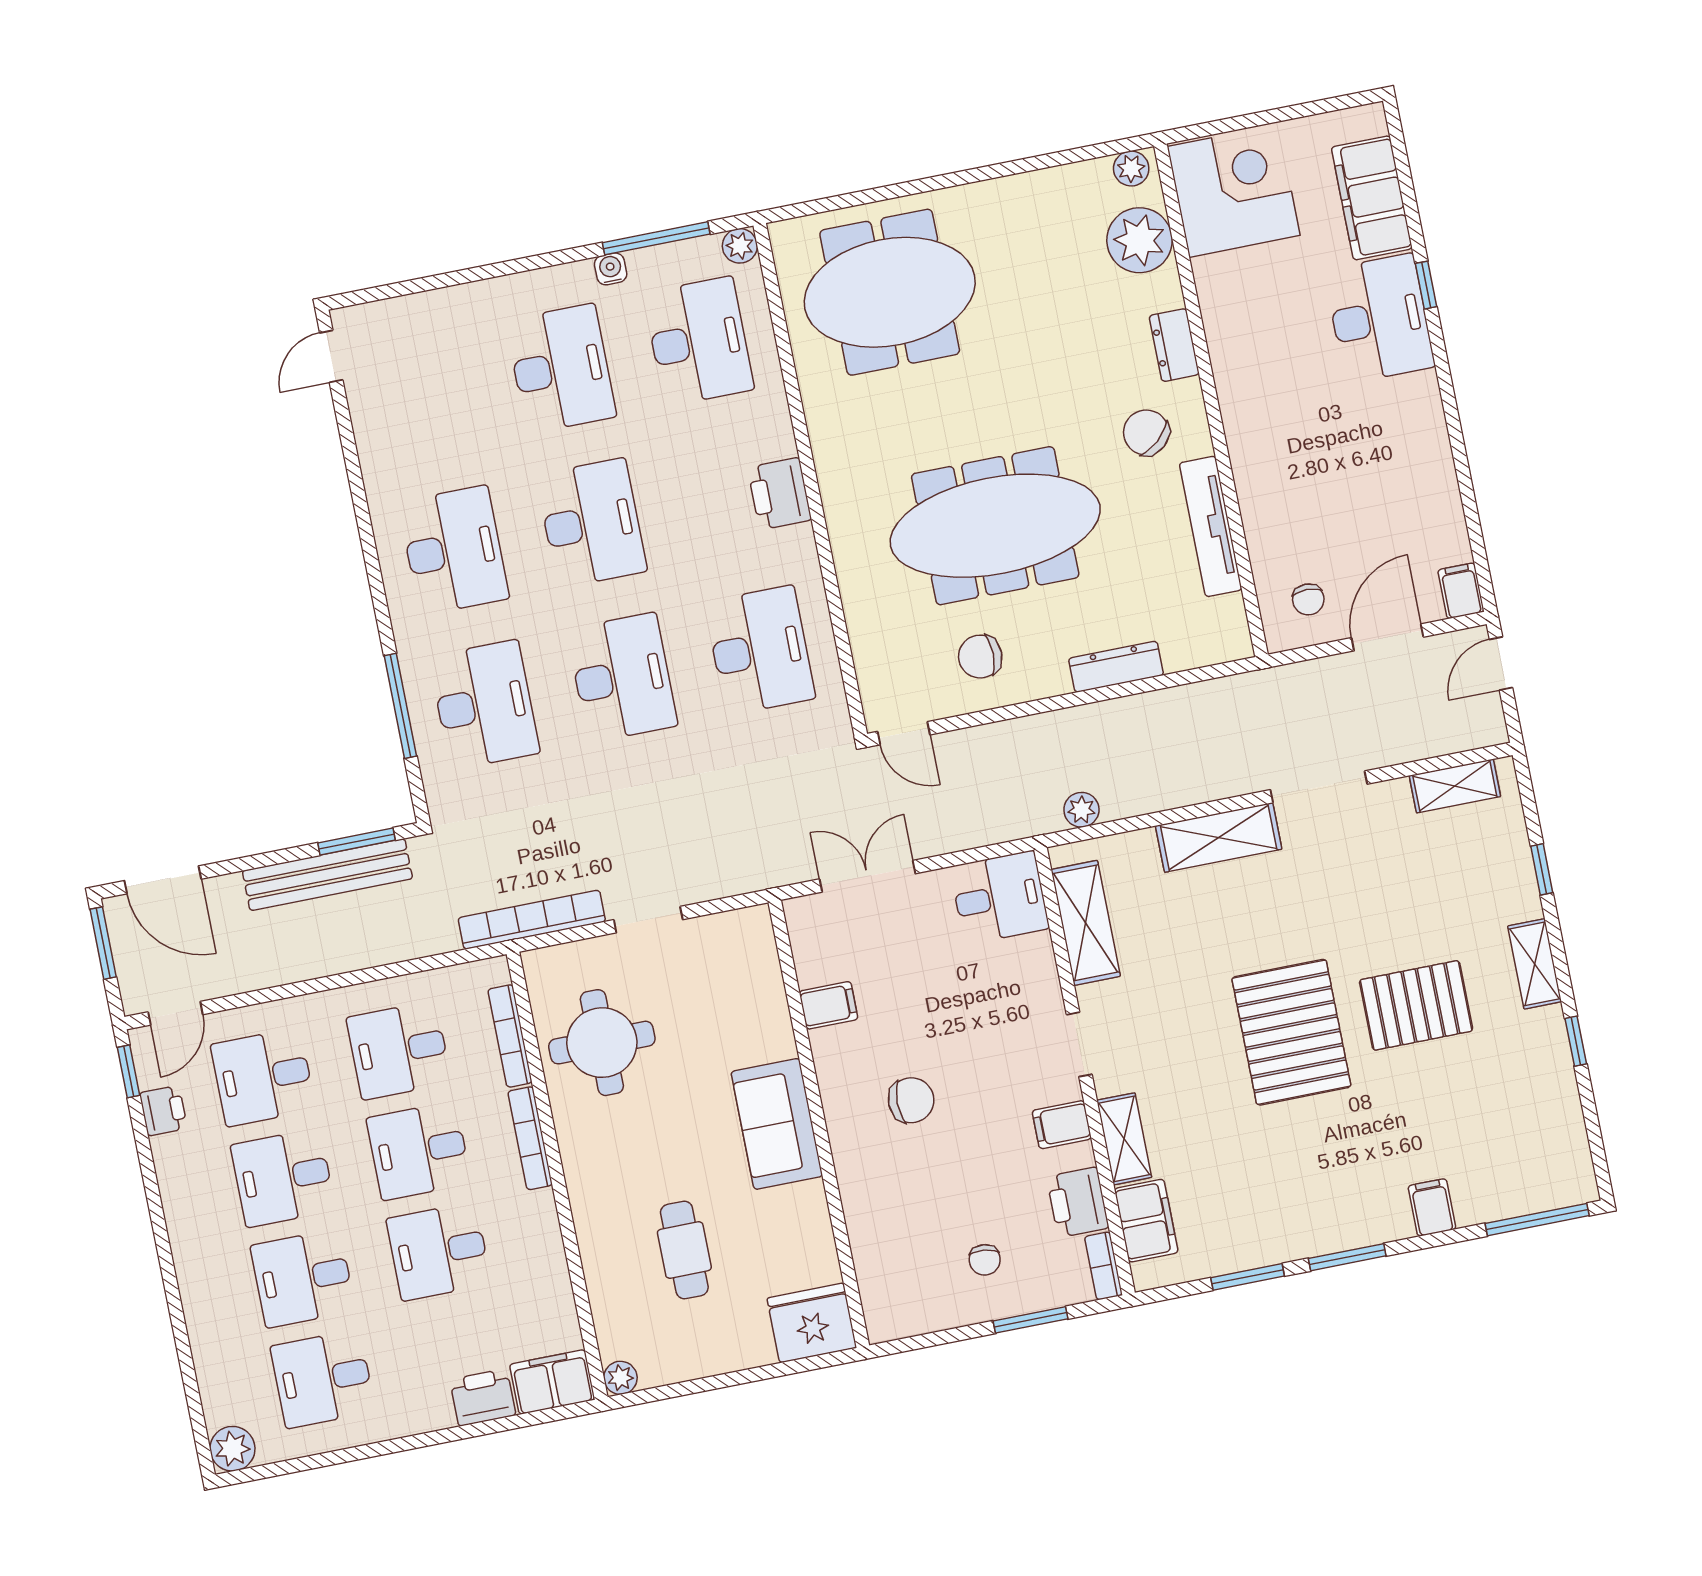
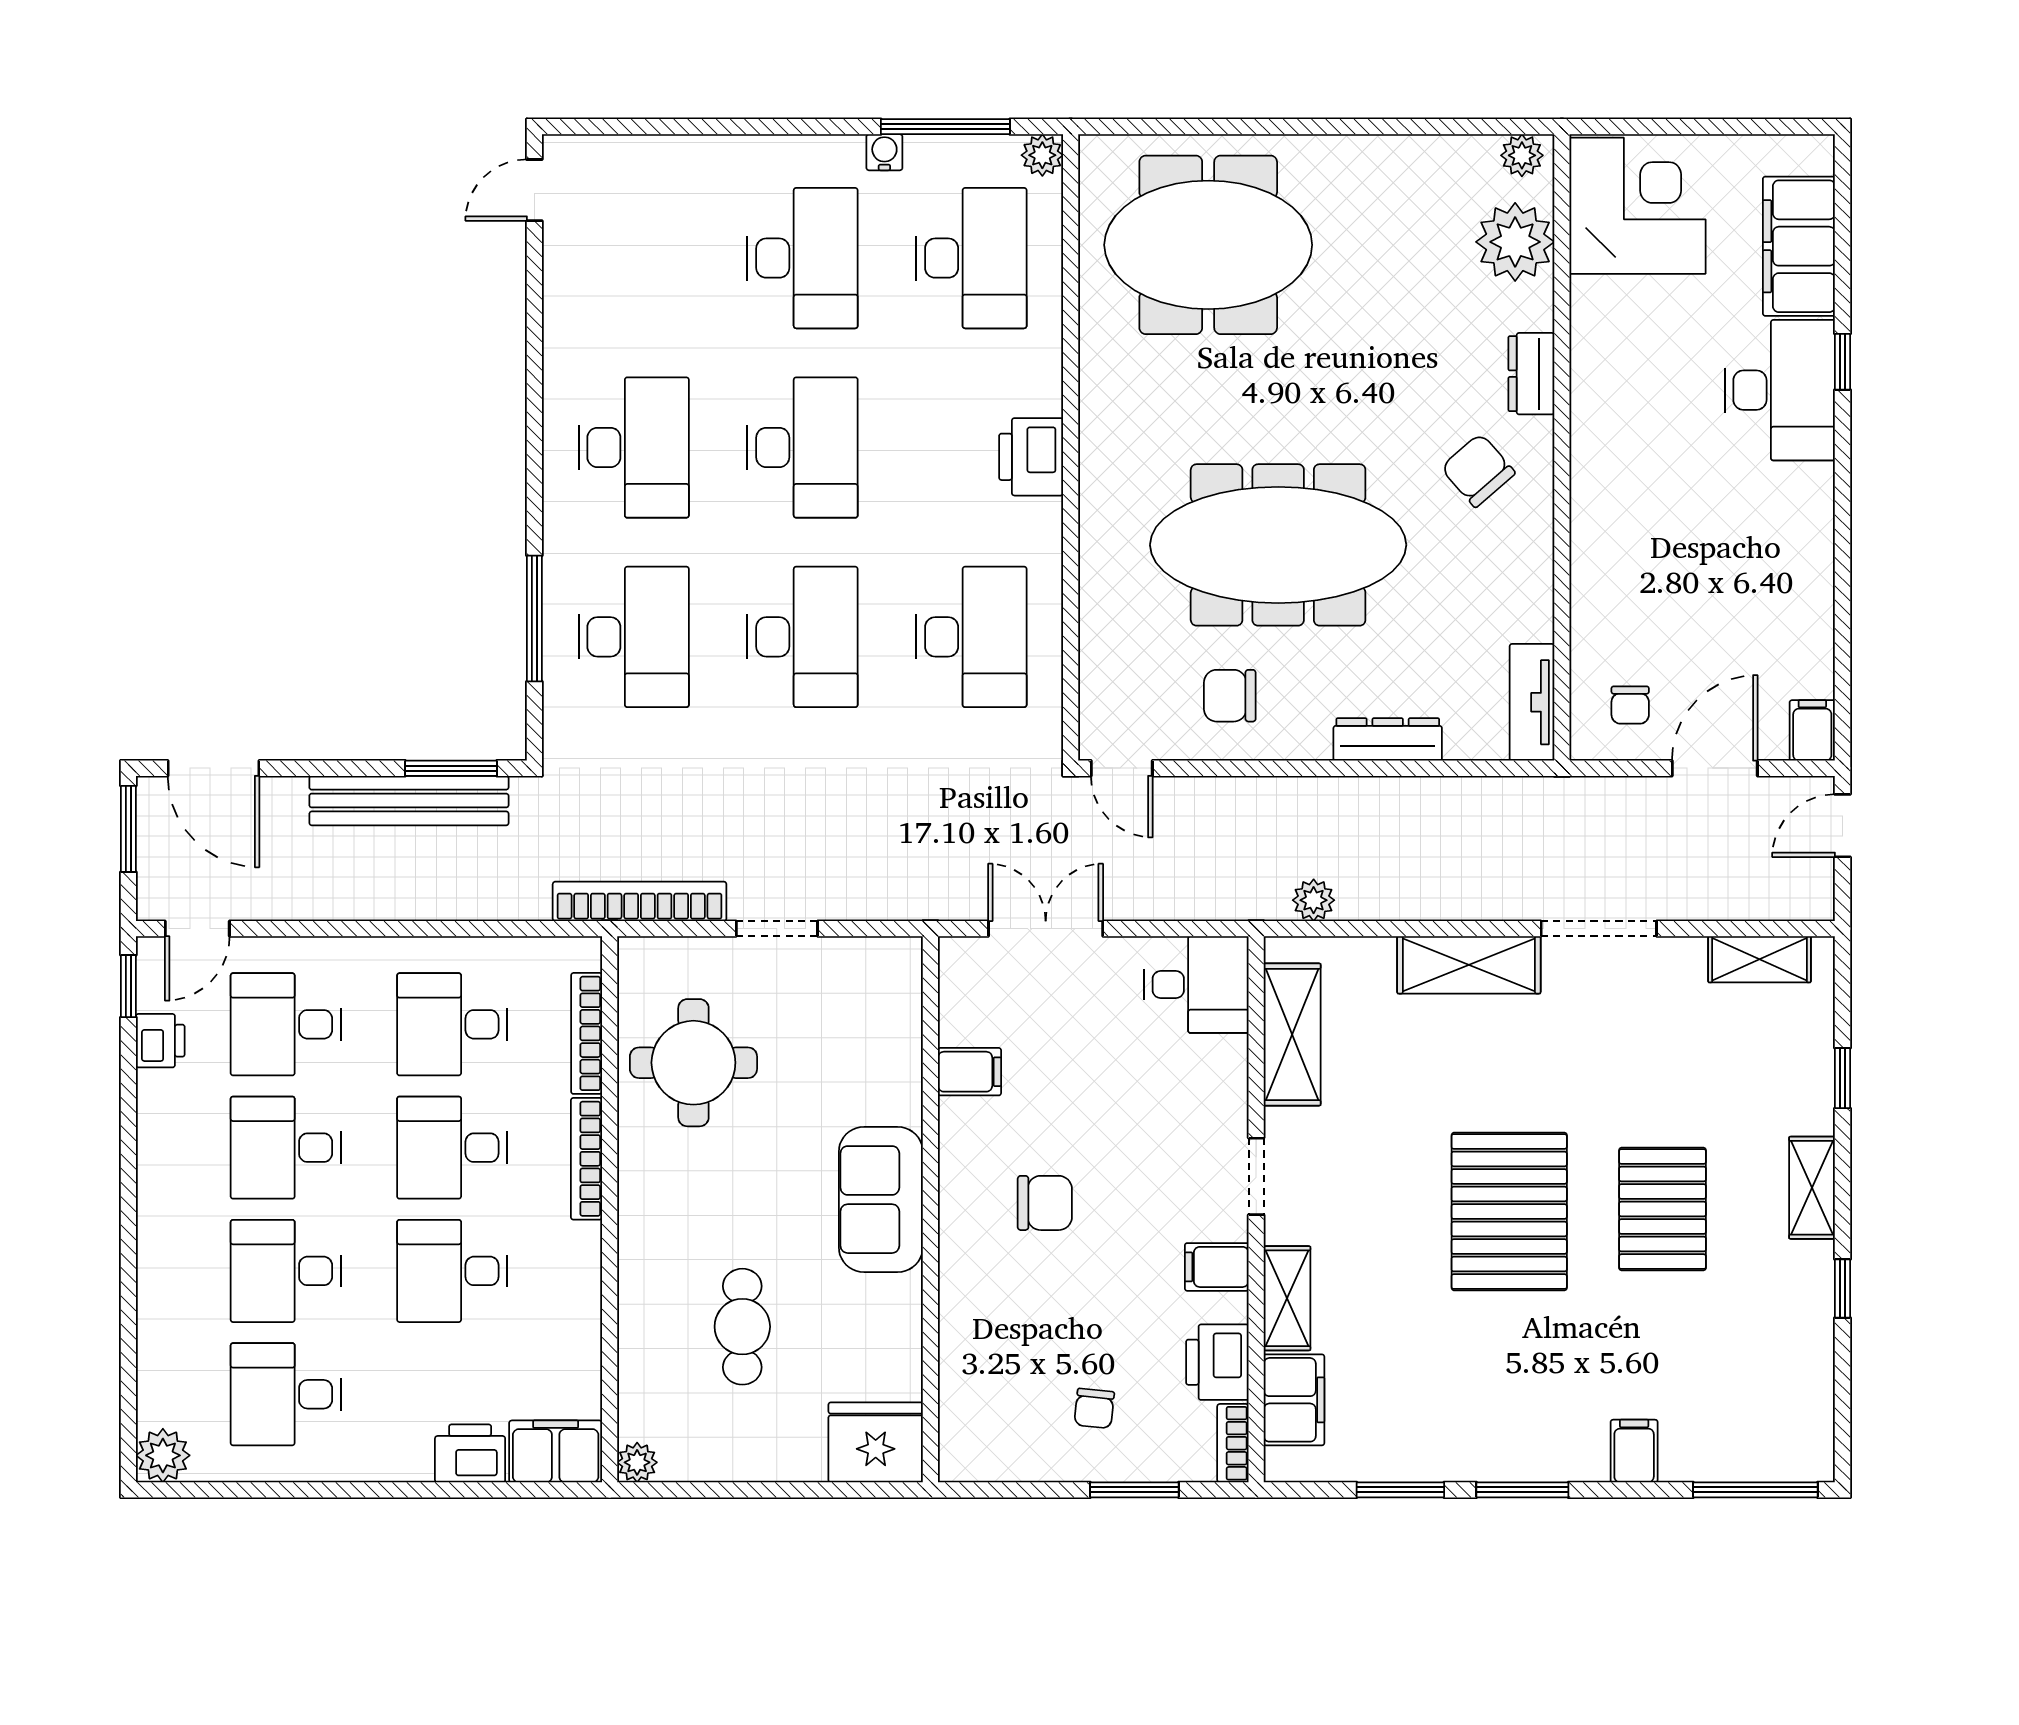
tv unit: (1211, 526) -> (1532, 702), moved, width x0.71
pallet: (1416, 1005) -> (1662, 1209), turned 90

